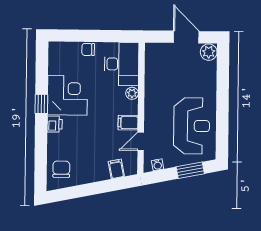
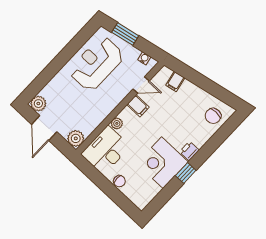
plant: (154, 52) -> (76, 138), added

